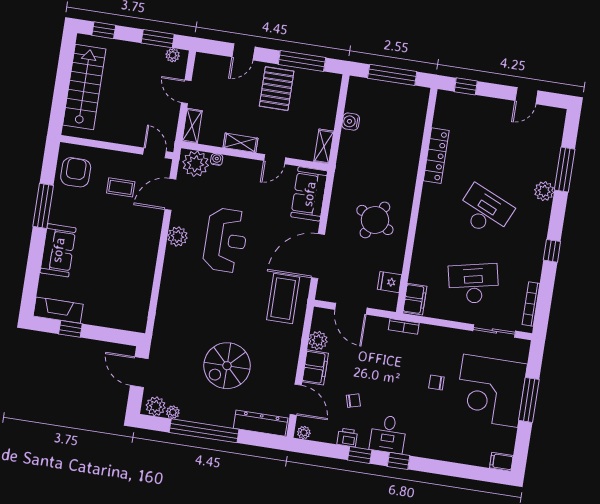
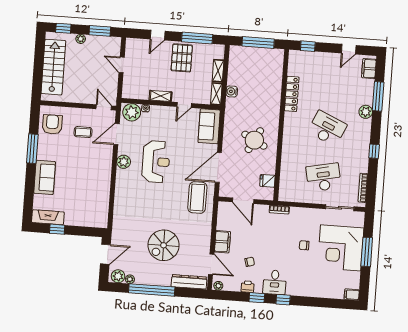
plant: (173, 55) -> (81, 39), moved
water cooler: (351, 122) -> (232, 91), moved
shelving: (192, 126) -> (218, 71), moved
filing cabinet: (415, 299) -> (369, 69), moved, turned 180
plant: (318, 340) -> (223, 224), removed
door: (139, 372) -> (105, 254), swing flipped

